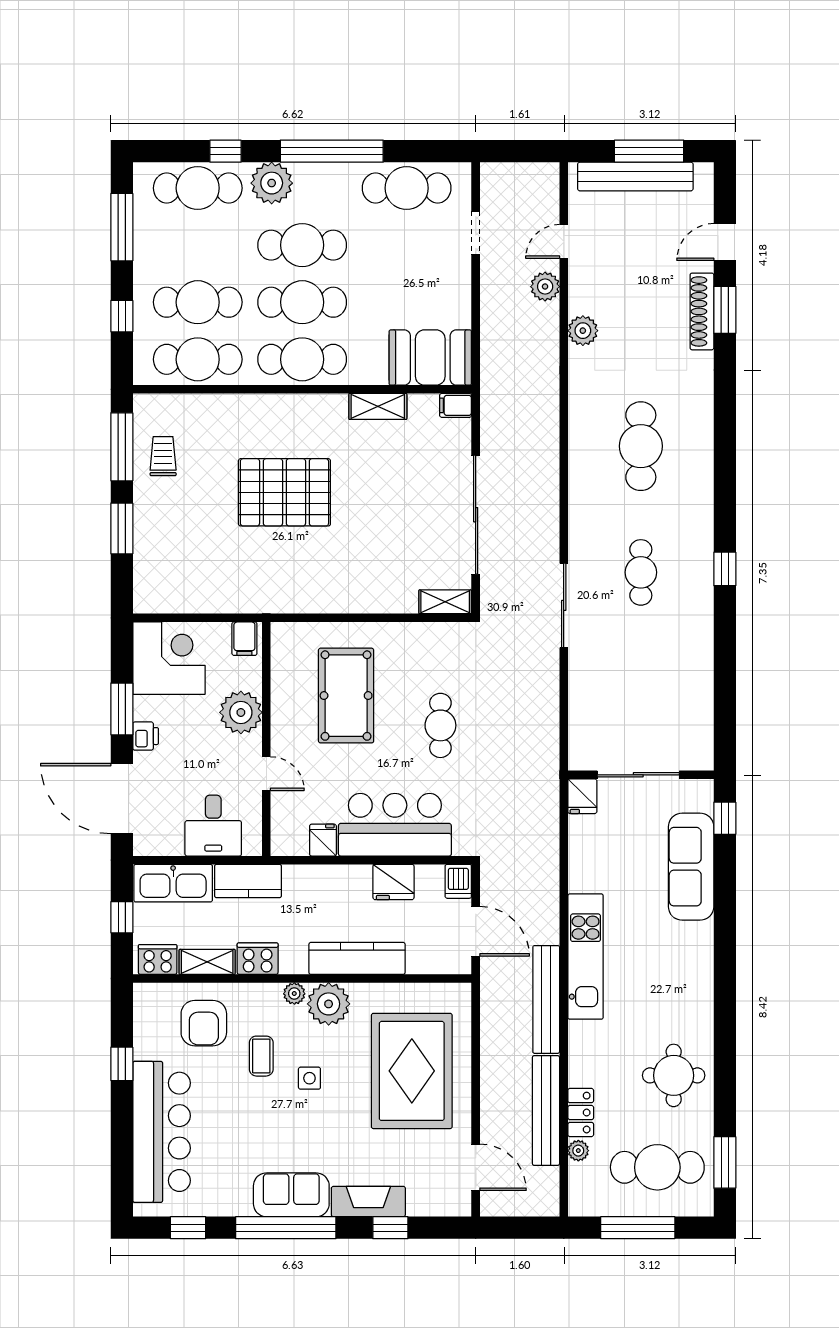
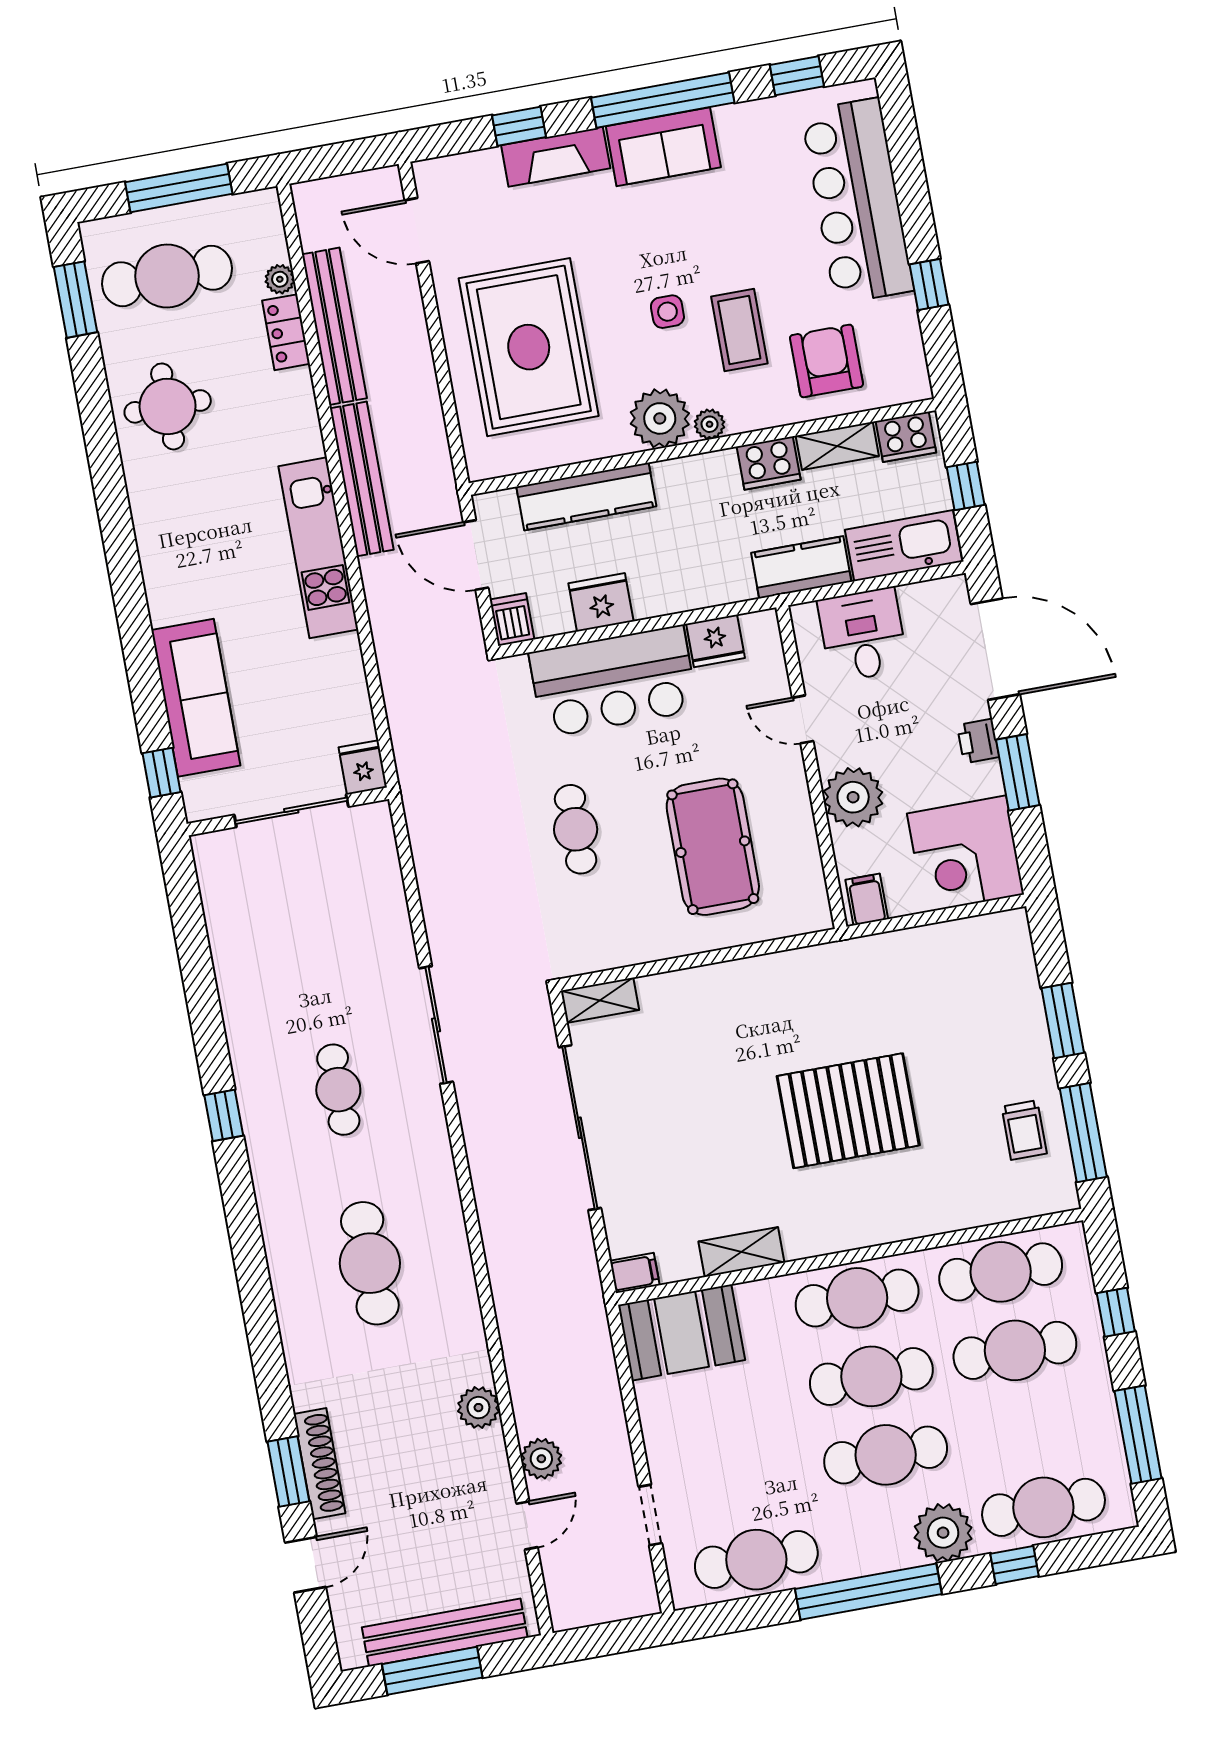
fridge: (323, 840) -> (715, 641), width x1.38
kitchen counter: (357, 958) -> (586, 496), moved
coffee table: (261, 1056) -> (739, 330), width x1.36, depth x1.30

